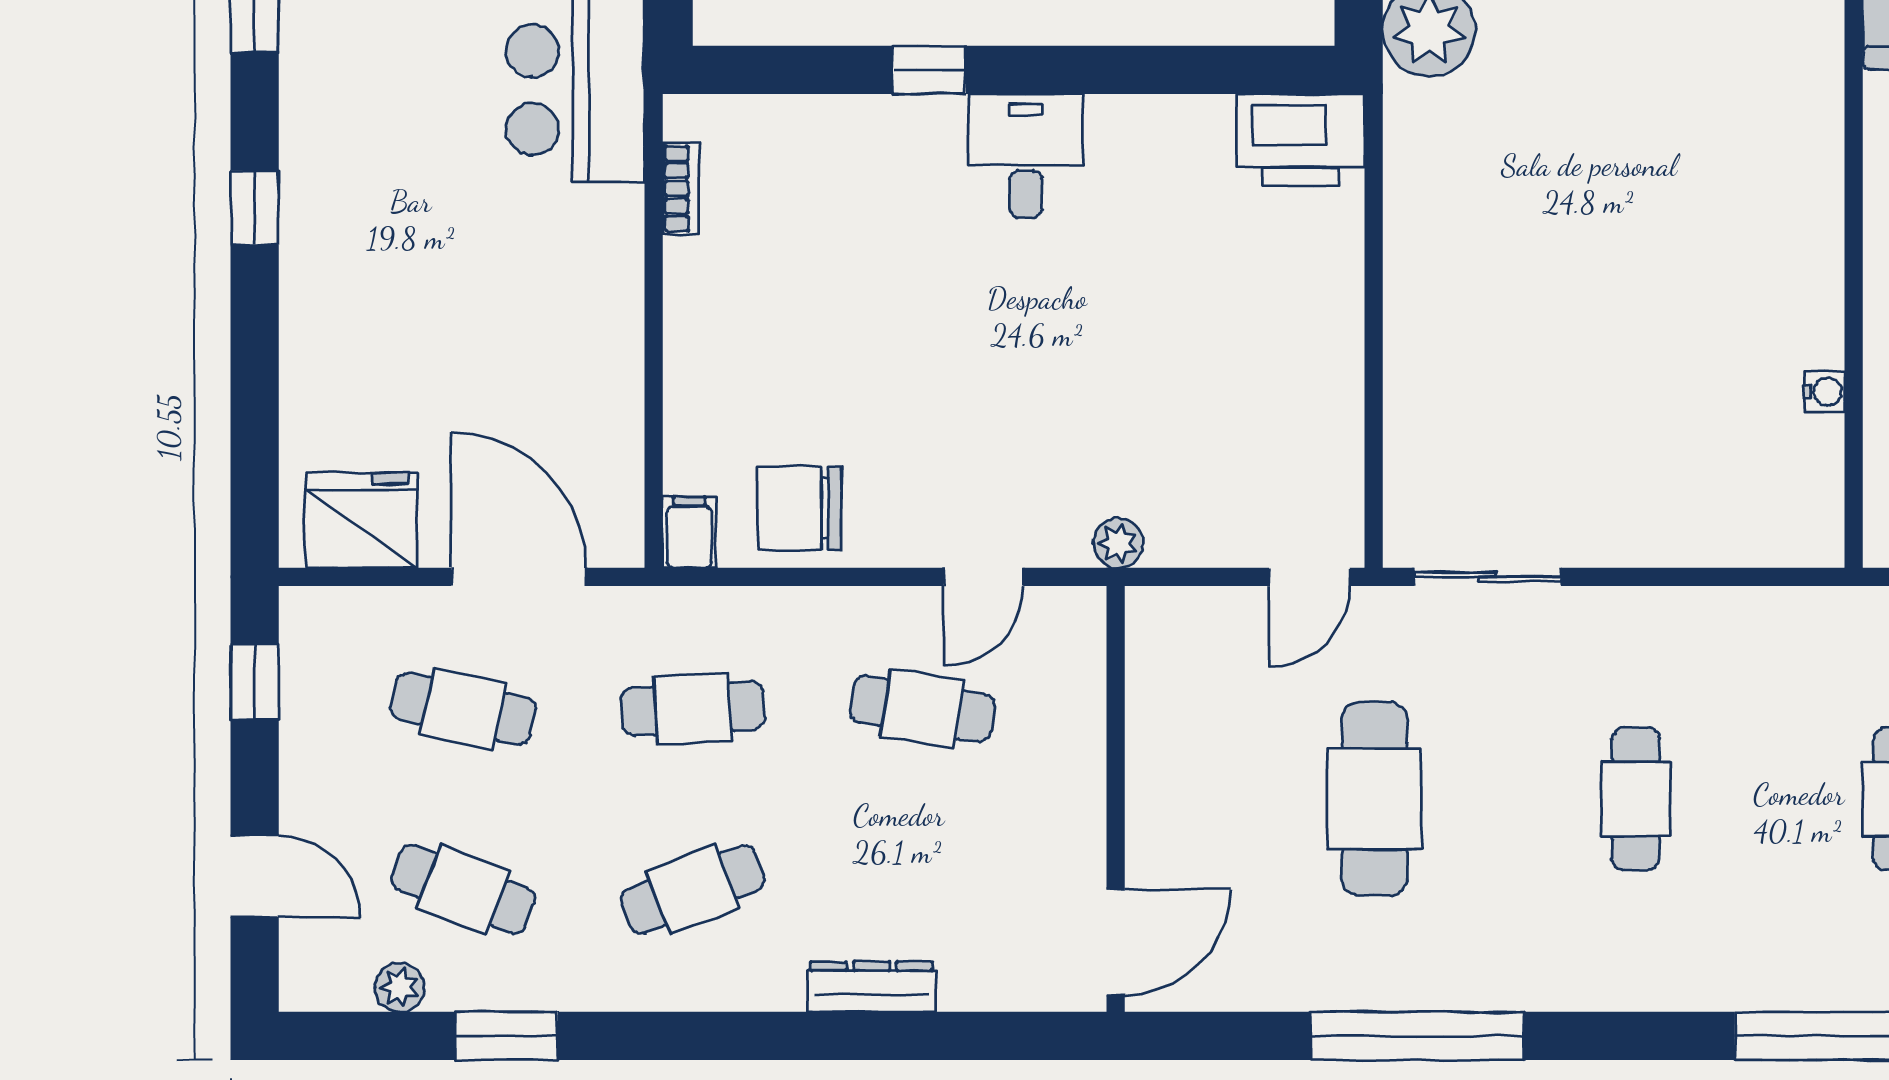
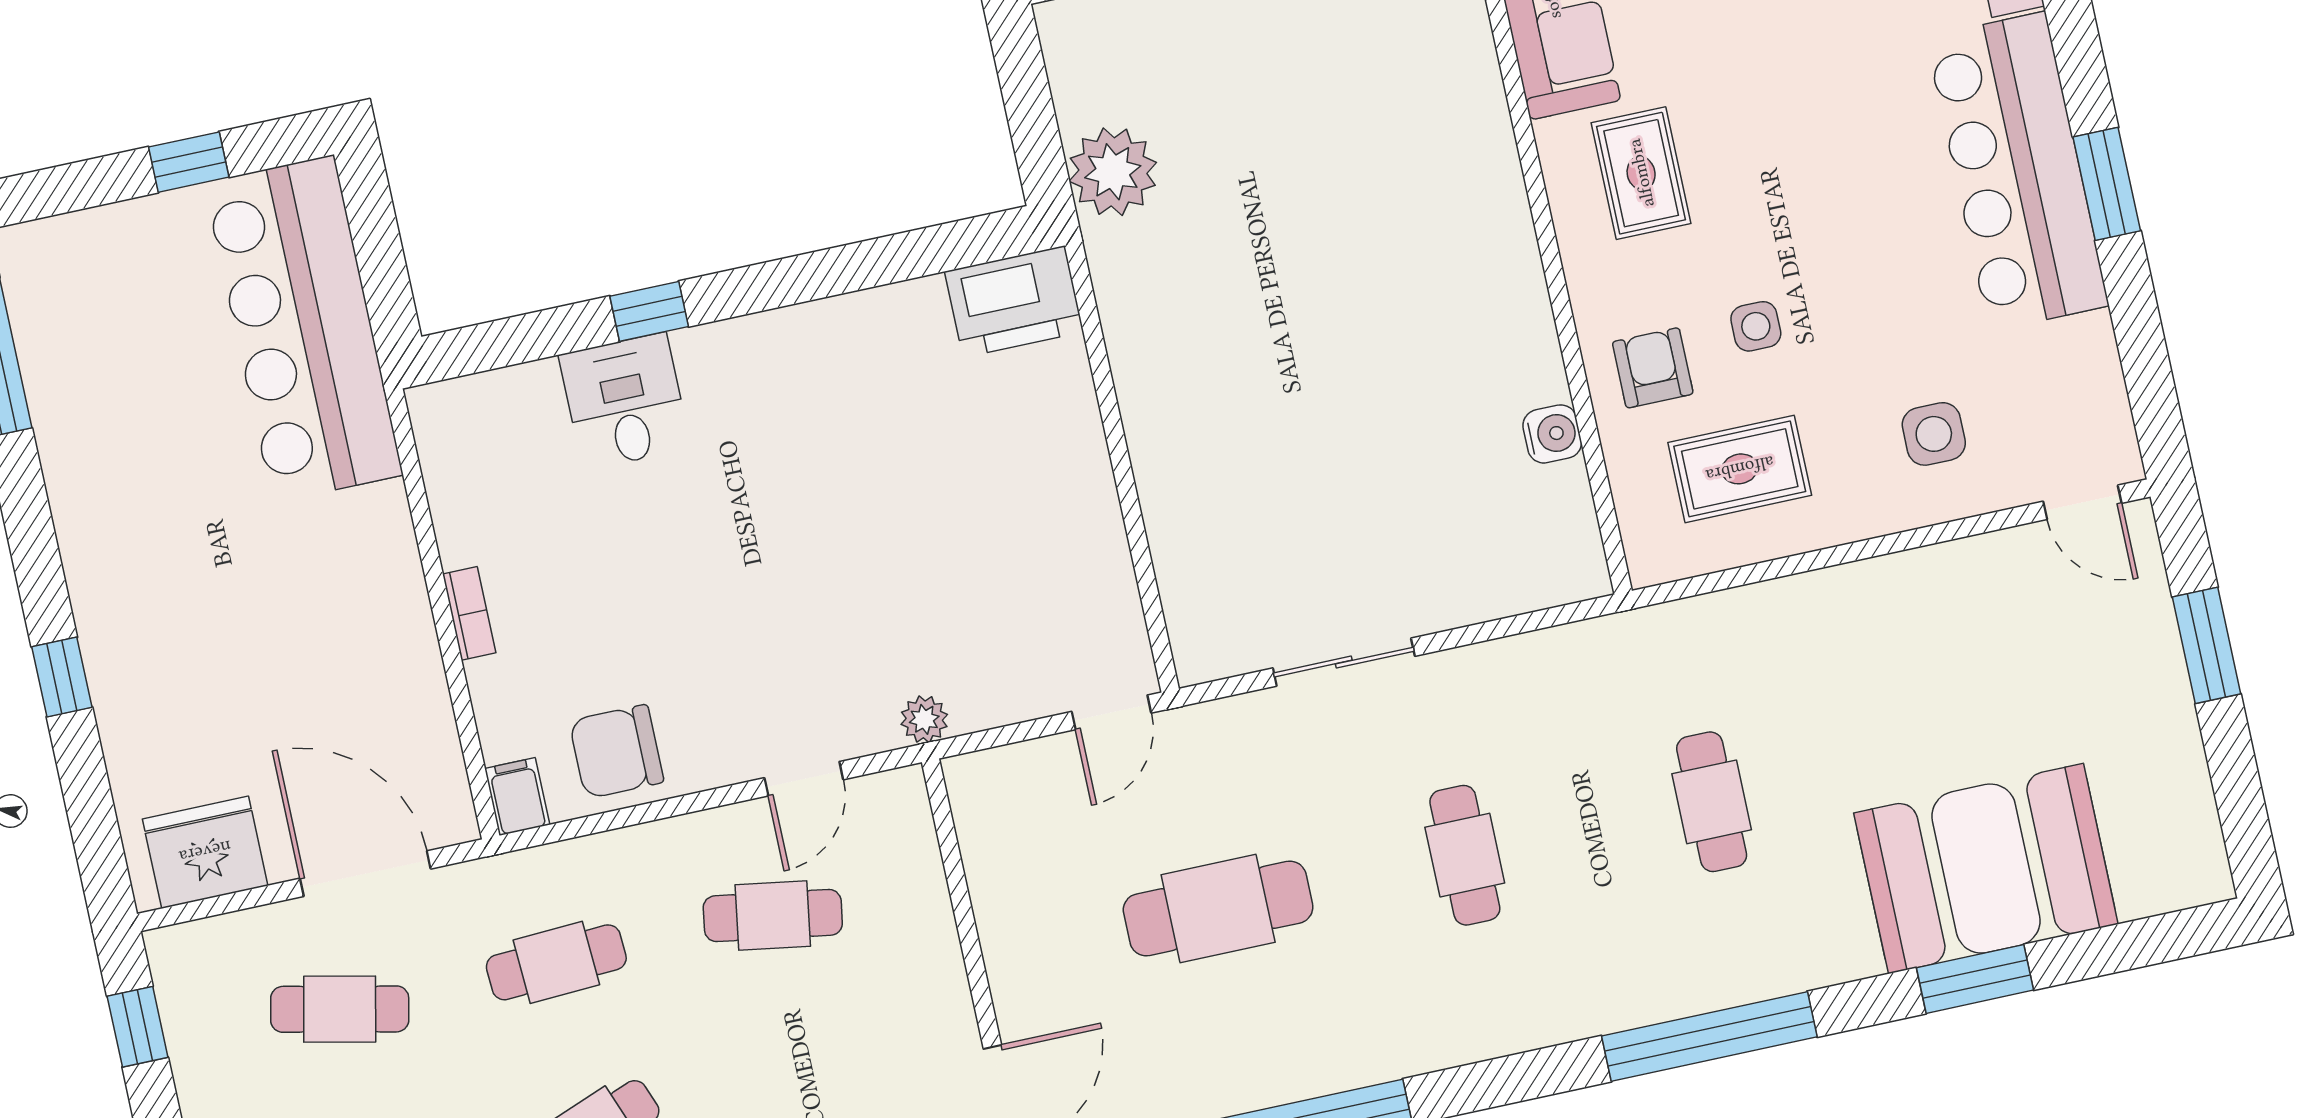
desk: (1026, 156) -> (625, 401), moved
bookcase: (681, 188) -> (469, 613), moved
window: (255, 208) -> (62, 677), moved
water cooler: (1824, 392) -> (1552, 434), width x1.38, depth x1.38
sliding door: (1488, 577) -> (1344, 662), moved
cafe table: (1374, 799) -> (1218, 909), turned 90

